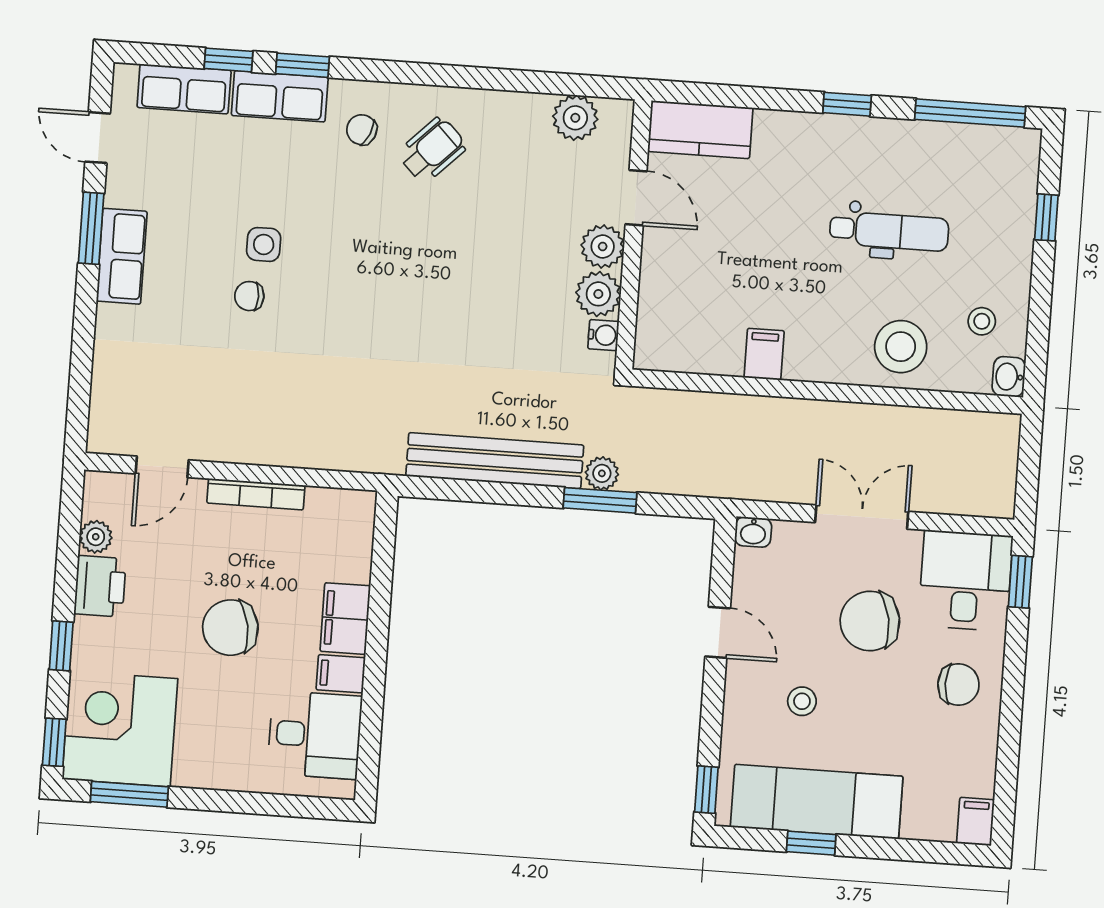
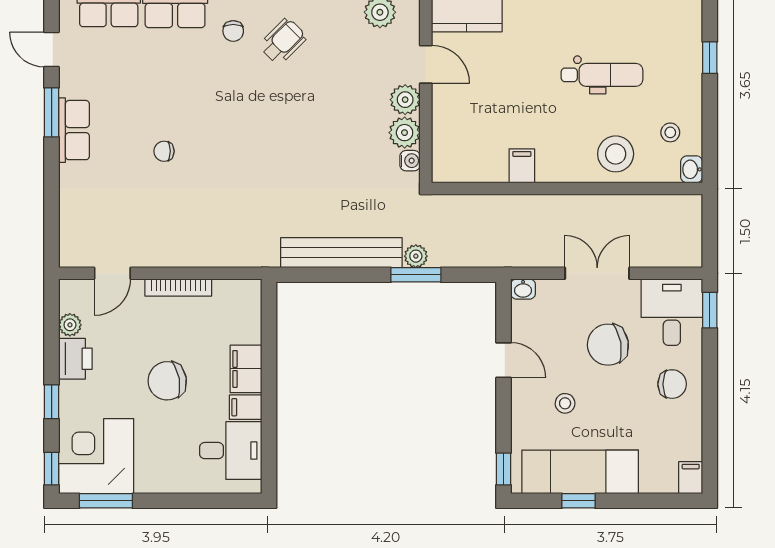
chair: (362, 130) -> (233, 31), turned -114
side table: (264, 244) -> (171, 115), removed

